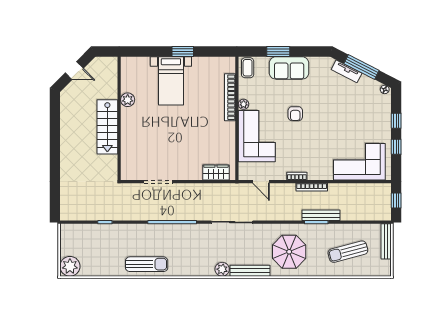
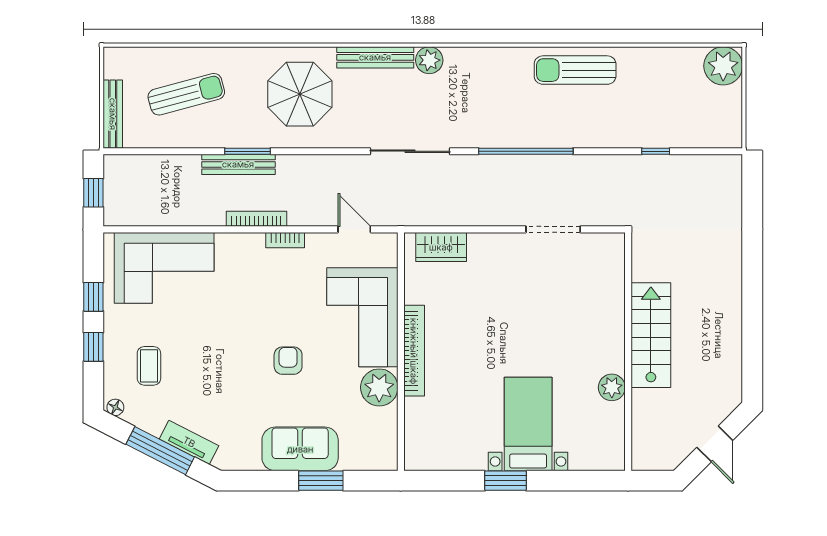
coffee table: (248, 68) -> (149, 366), moved
door: (74, 71) -> (715, 444), swing flipped
bookcase: (230, 97) -> (414, 351), moved
plant: (244, 104) -> (379, 387), width x1.88, depth x1.88

